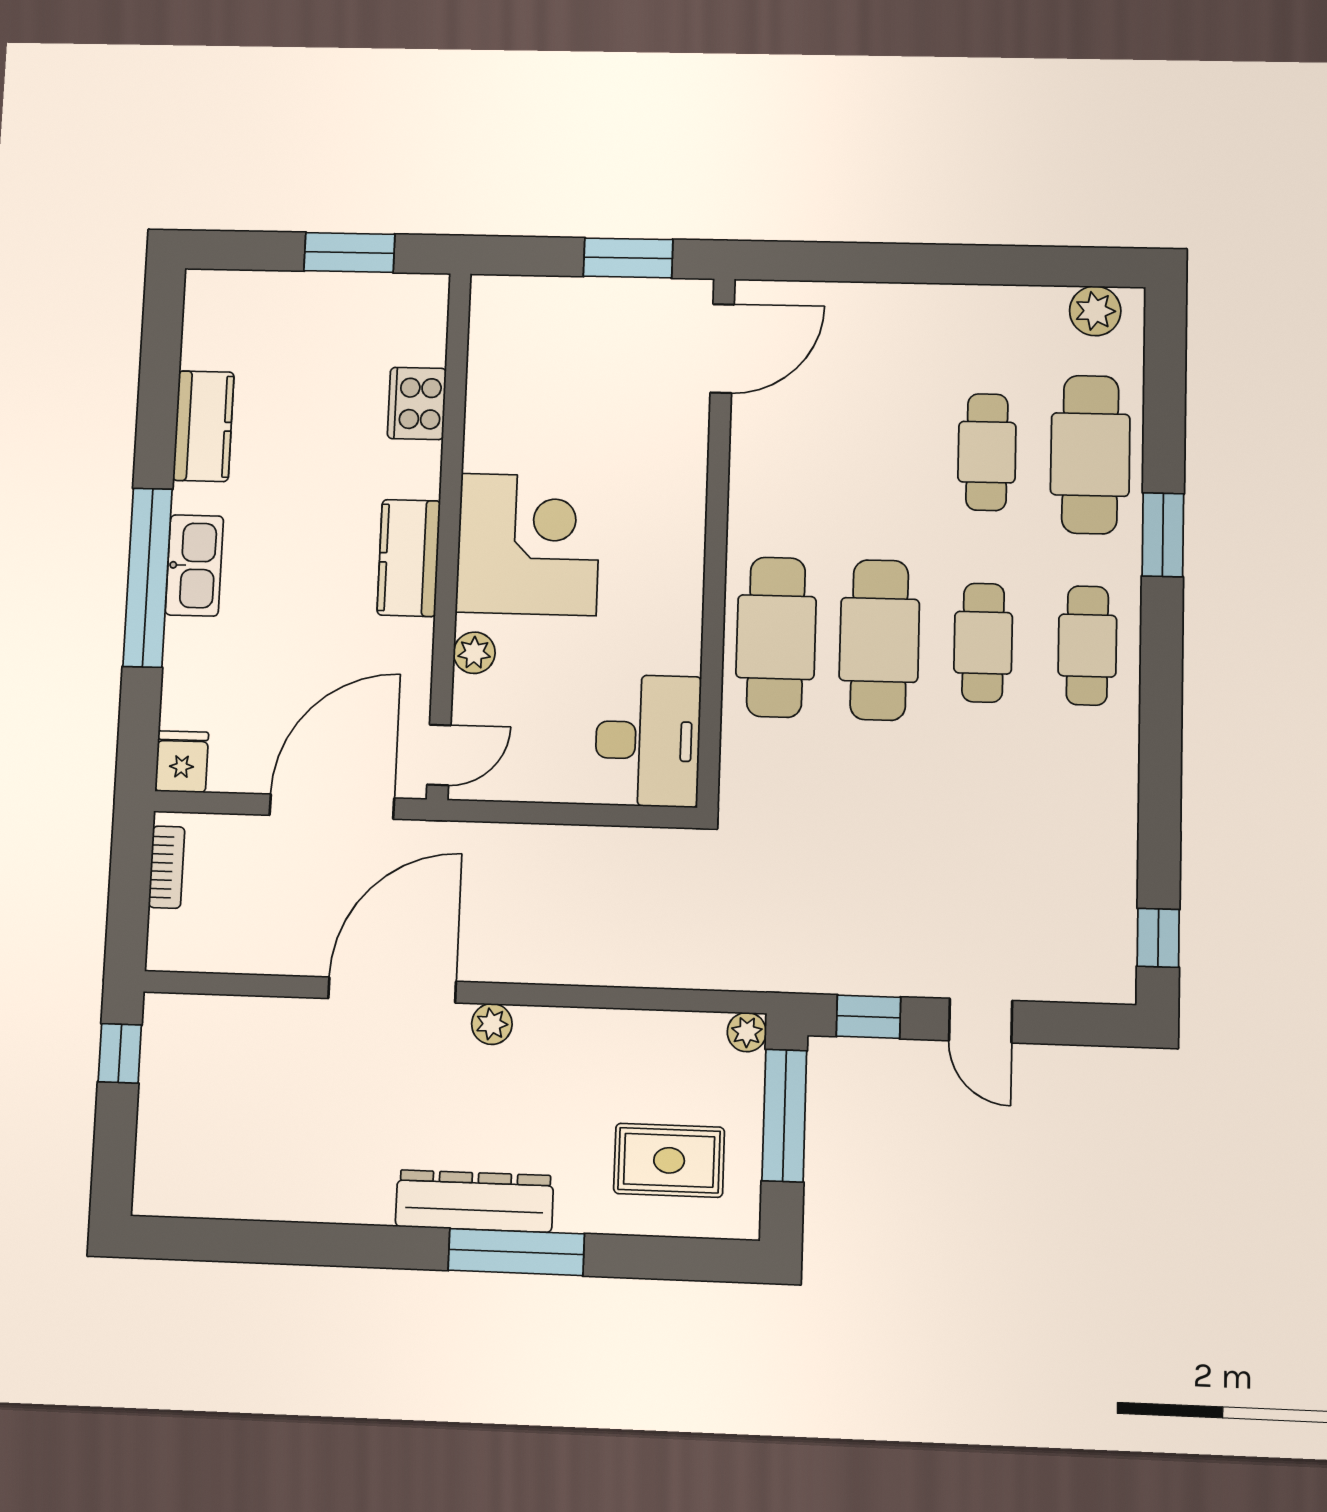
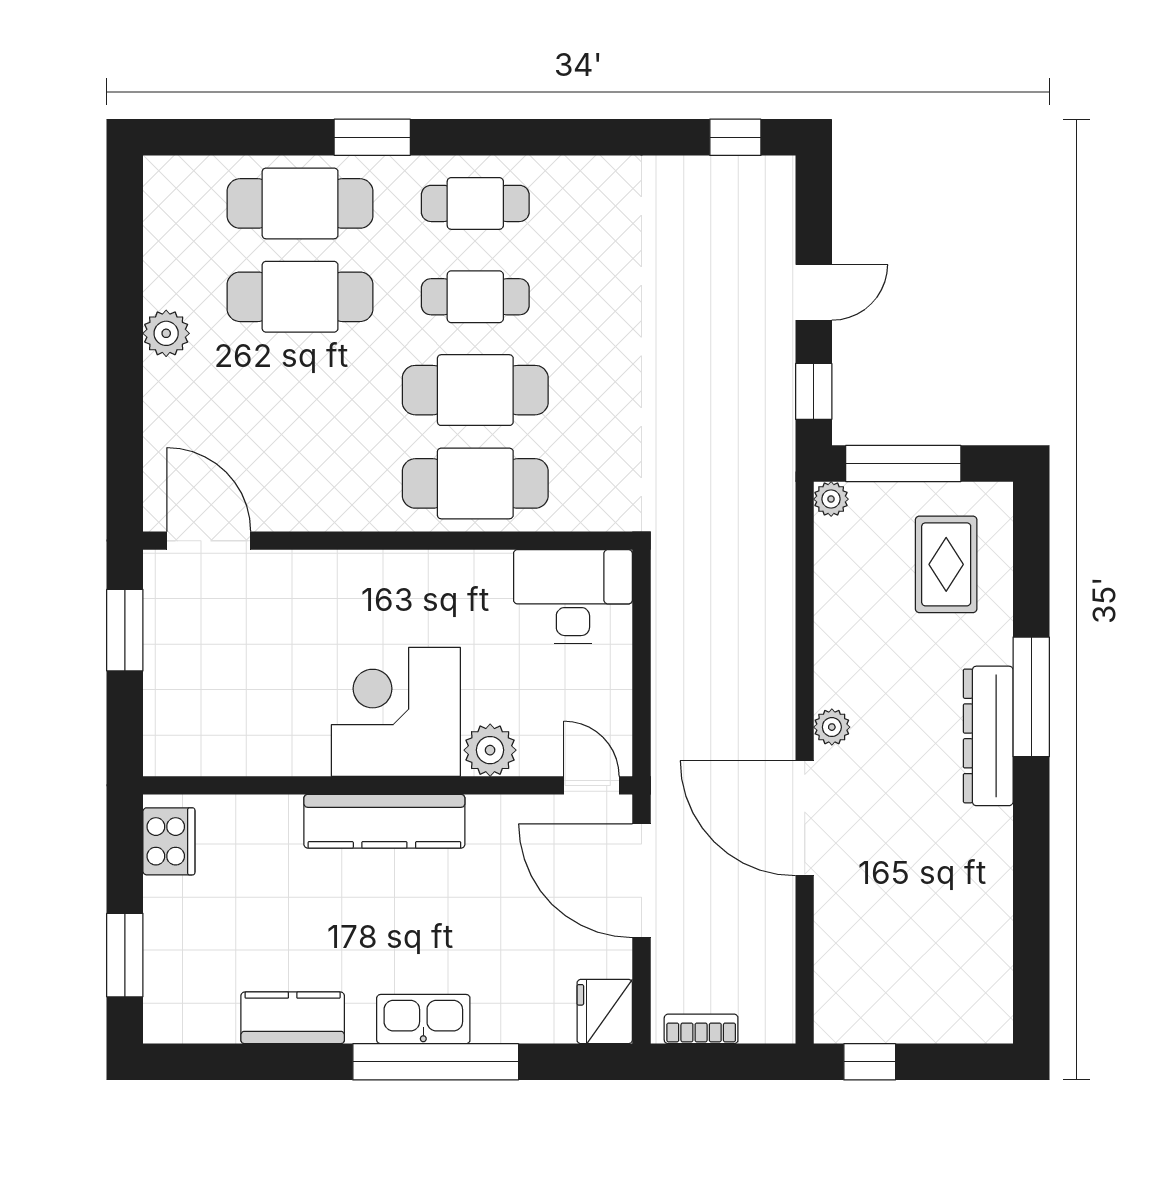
window: (349, 253) -> (125, 955), moved
plant: (1095, 311) -> (166, 333), moved
cooker: (417, 403) -> (169, 841), moved, turned -90
cafe table: (987, 452) -> (300, 297), width x1.37, depth x1.35
kitchen counter: (409, 558) -> (384, 821), width x1.50
plant: (474, 653) -> (490, 750), width x1.38, depth x1.38
fridge: (182, 762) -> (605, 1012), width x1.38

